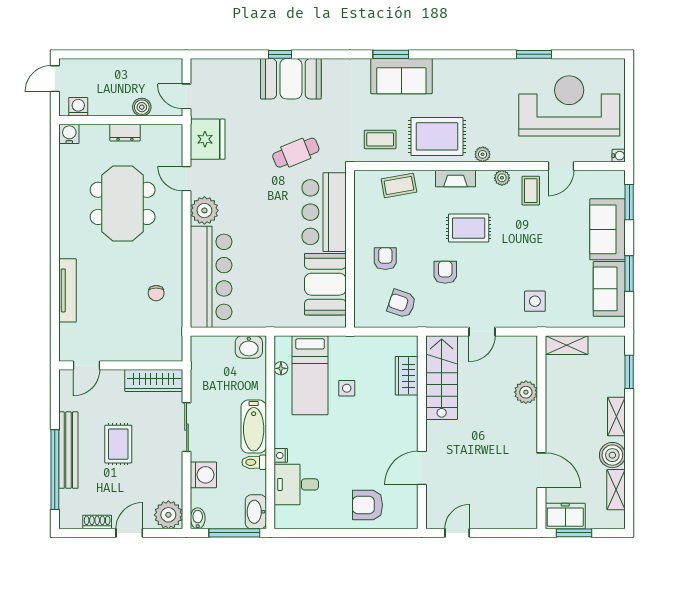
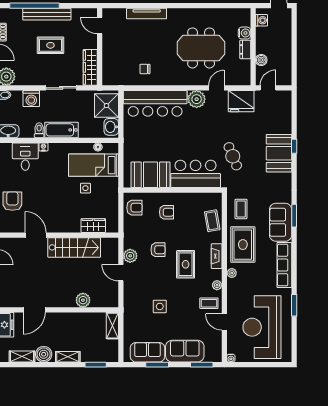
row of seats: (470, 70) -> (284, 265), added
reception desk: (569, 106) -> (262, 327), turned 180
water cooler: (69, 134) -> (244, 33), moved
side table: (535, 301) -> (160, 306), moved
armchair: (402, 304) -> (134, 208), moved, turned 71
plant: (455, 317) -> (130, 256), added
shower: (215, 355) -> (106, 106), added
stairs: (442, 378) -> (74, 247), moved

